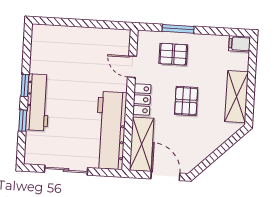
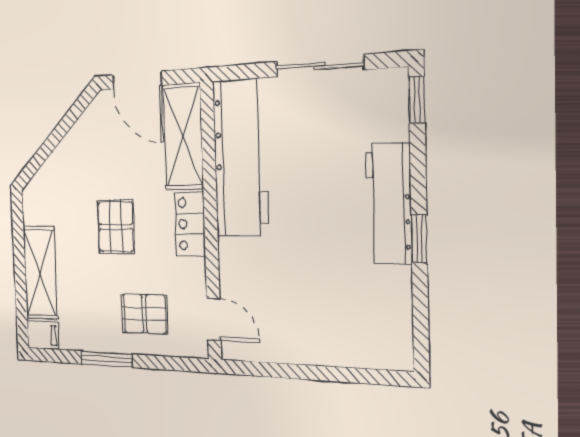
window: (178, 29) -> (107, 359), moved
door: (132, 67) -> (214, 319), moved
shelving: (237, 97) -> (40, 273), moved
window: (23, 121) -> (417, 100), moved

